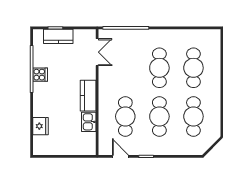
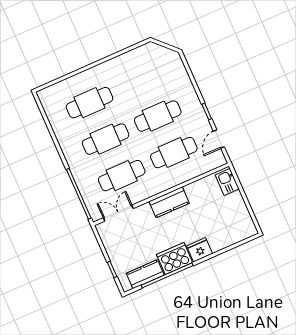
kitchen counter: (58, 36) -> (145, 274), moved, turned -90
cooker: (40, 75) -> (175, 258), width x1.87, depth x1.31
cafe table: (193, 116) -> (122, 176), moved
kitchen sink: (89, 122) -> (227, 182), moved, turned 90
fridge: (40, 126) -> (200, 250), moved

